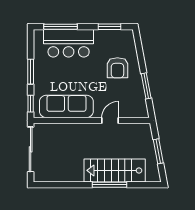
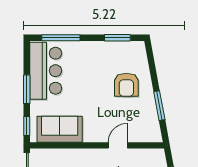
bar counter: (69, 43) -> (46, 71), moved, turned -90
sofa: (66, 106) -> (60, 129), width x0.73

